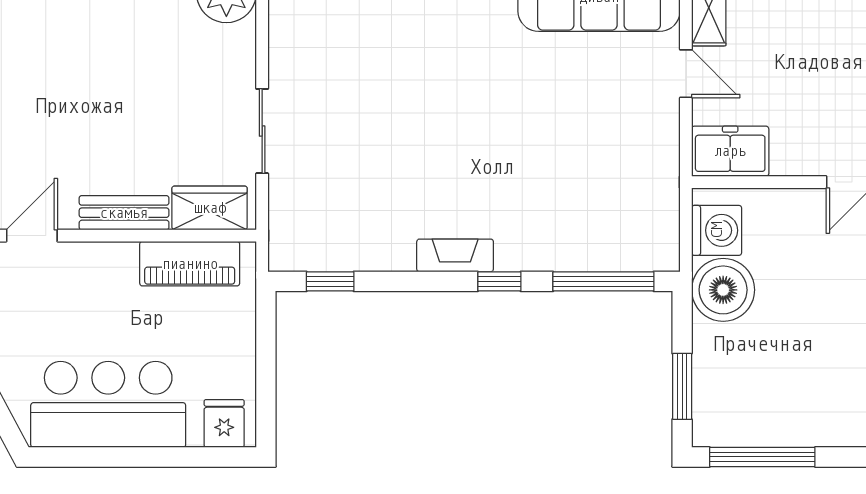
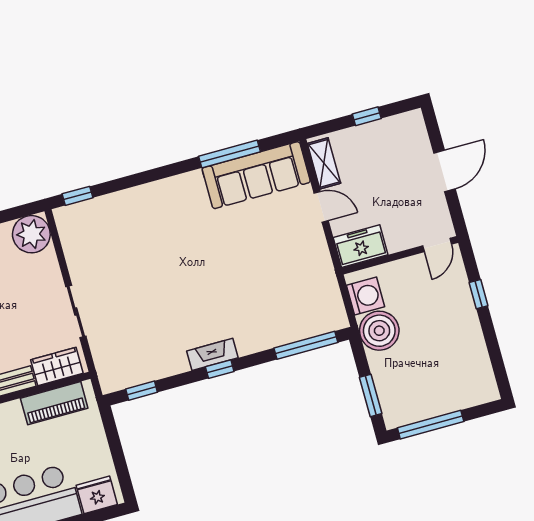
window: (499, 281) -> (220, 369), moved
fridge: (224, 423) -> (97, 495), width x1.38

